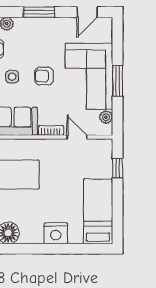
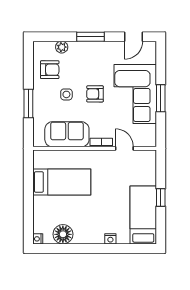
plant: (106, 117) -> (150, 131), removed
window: (117, 168) -> (161, 197), moved
nightstand: (56, 233) -> (110, 239), width x0.53, depth x0.56

